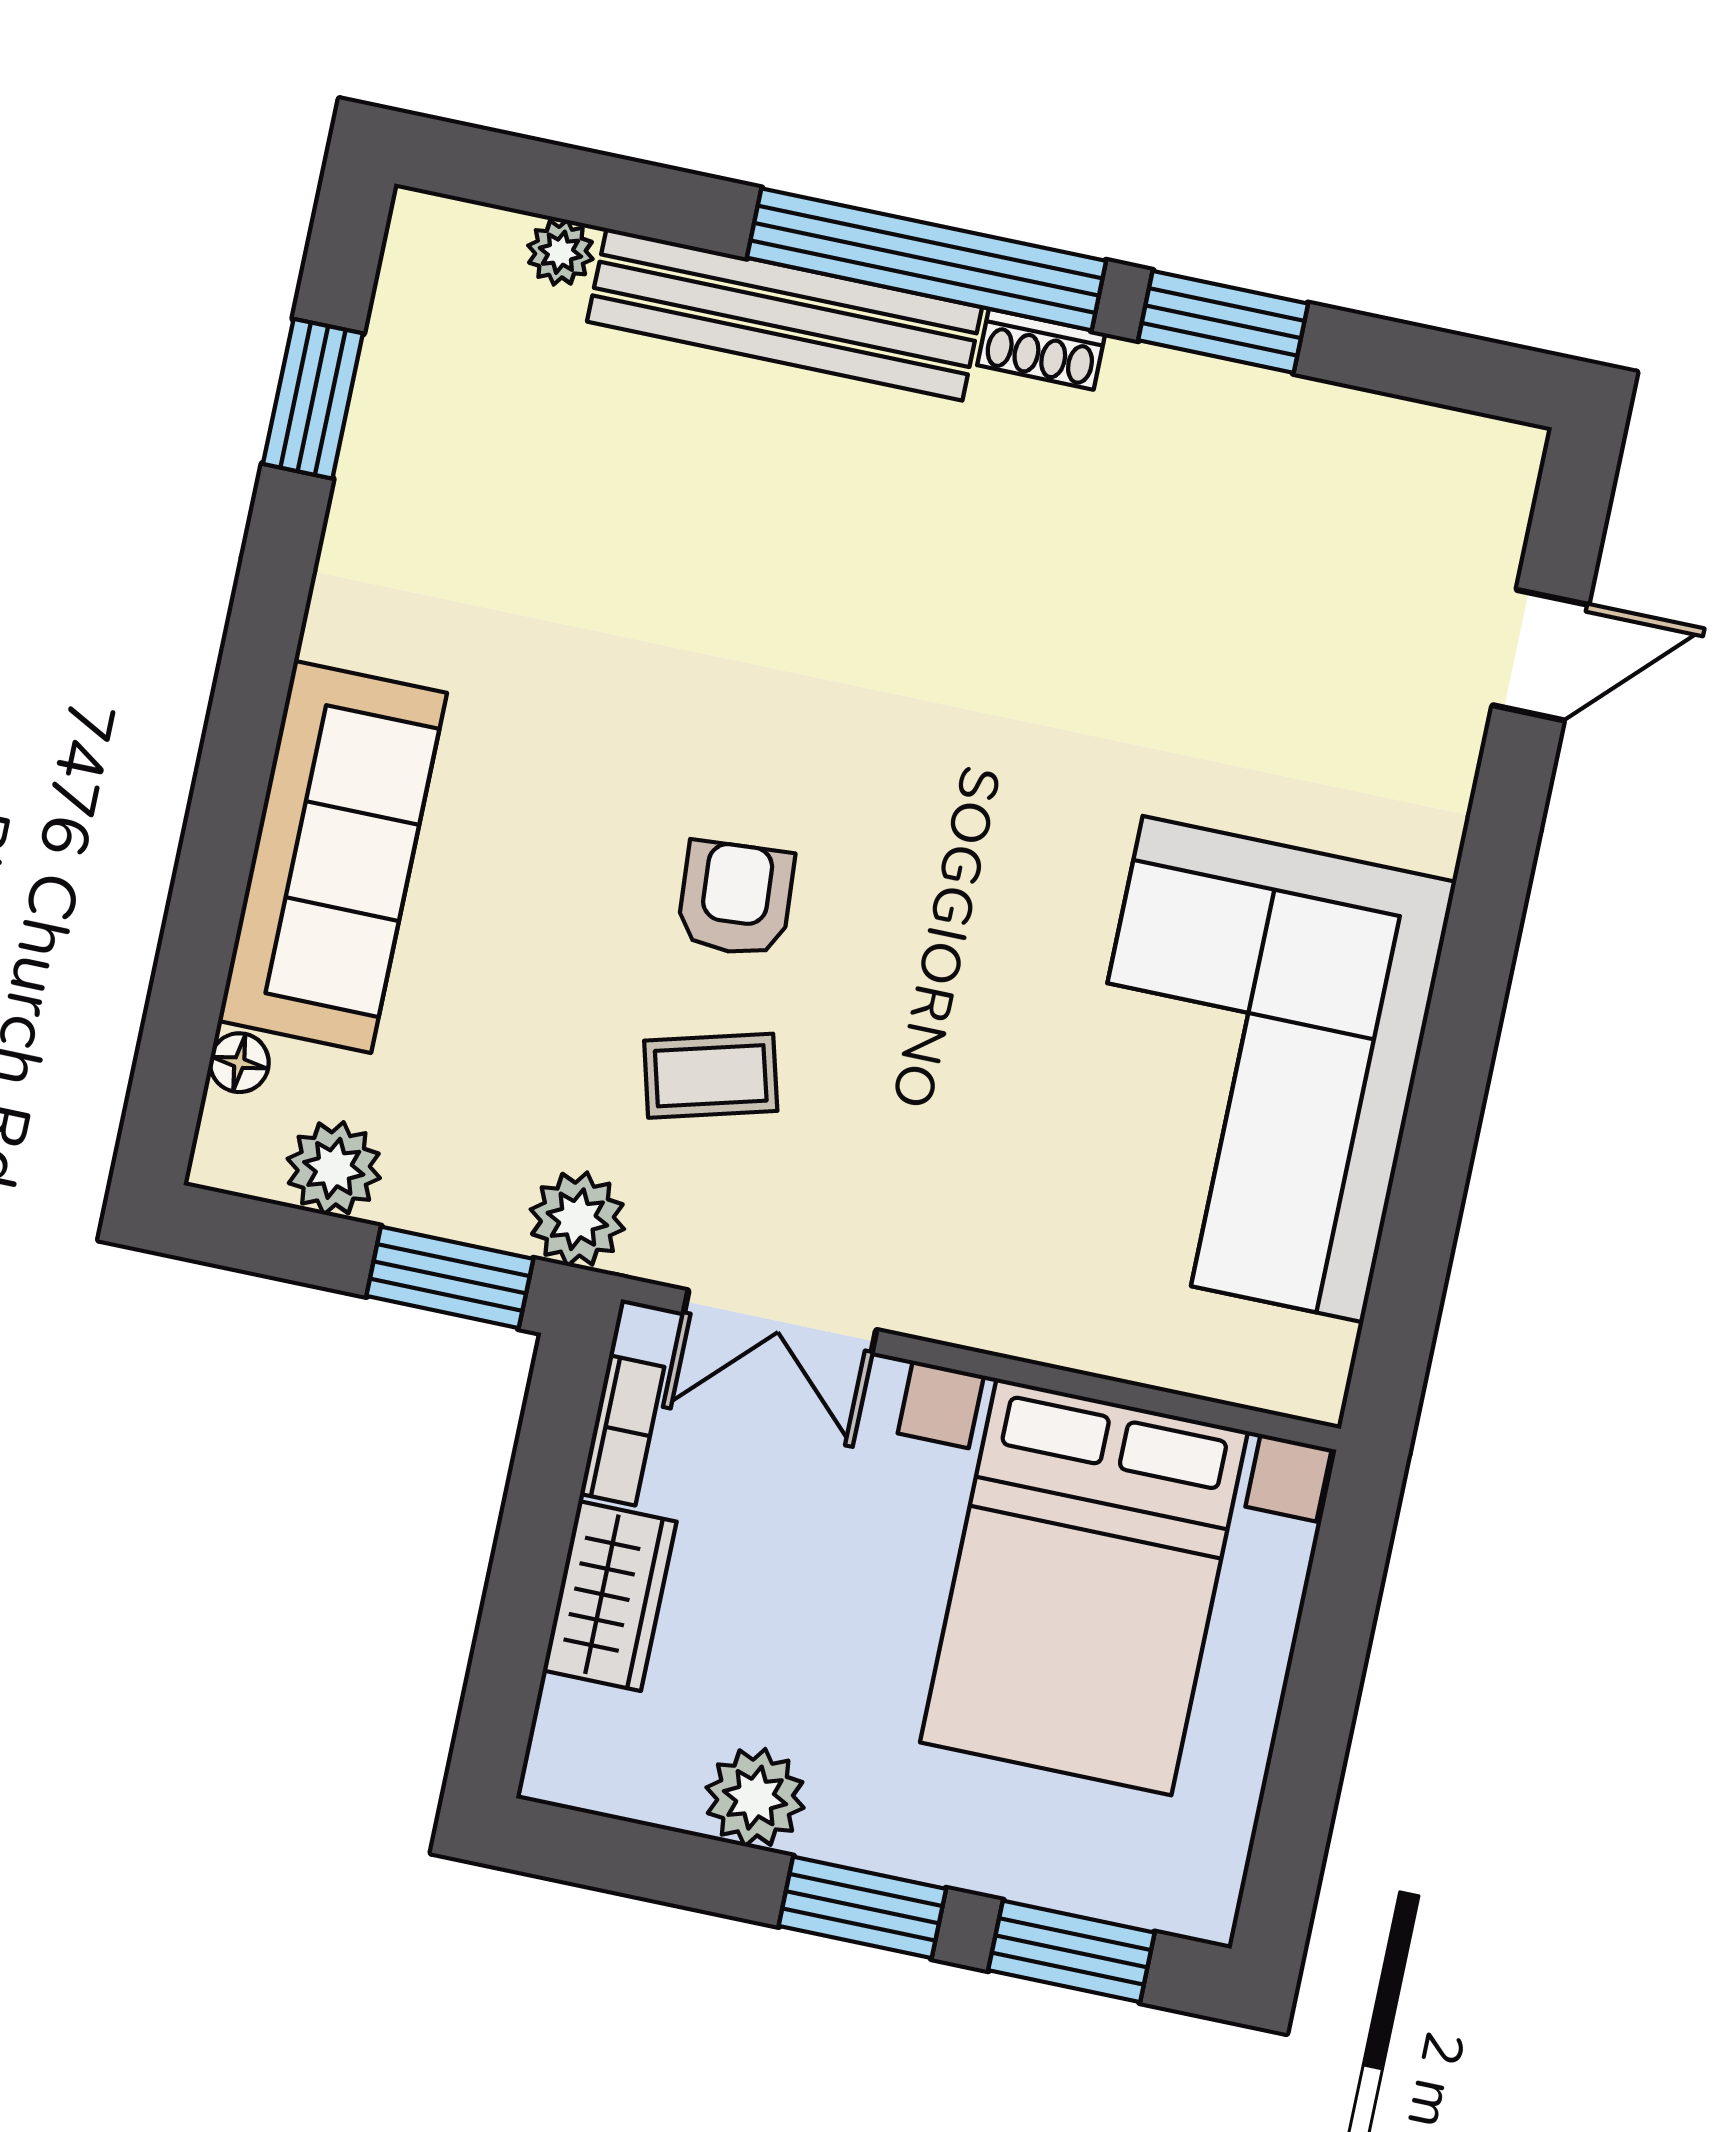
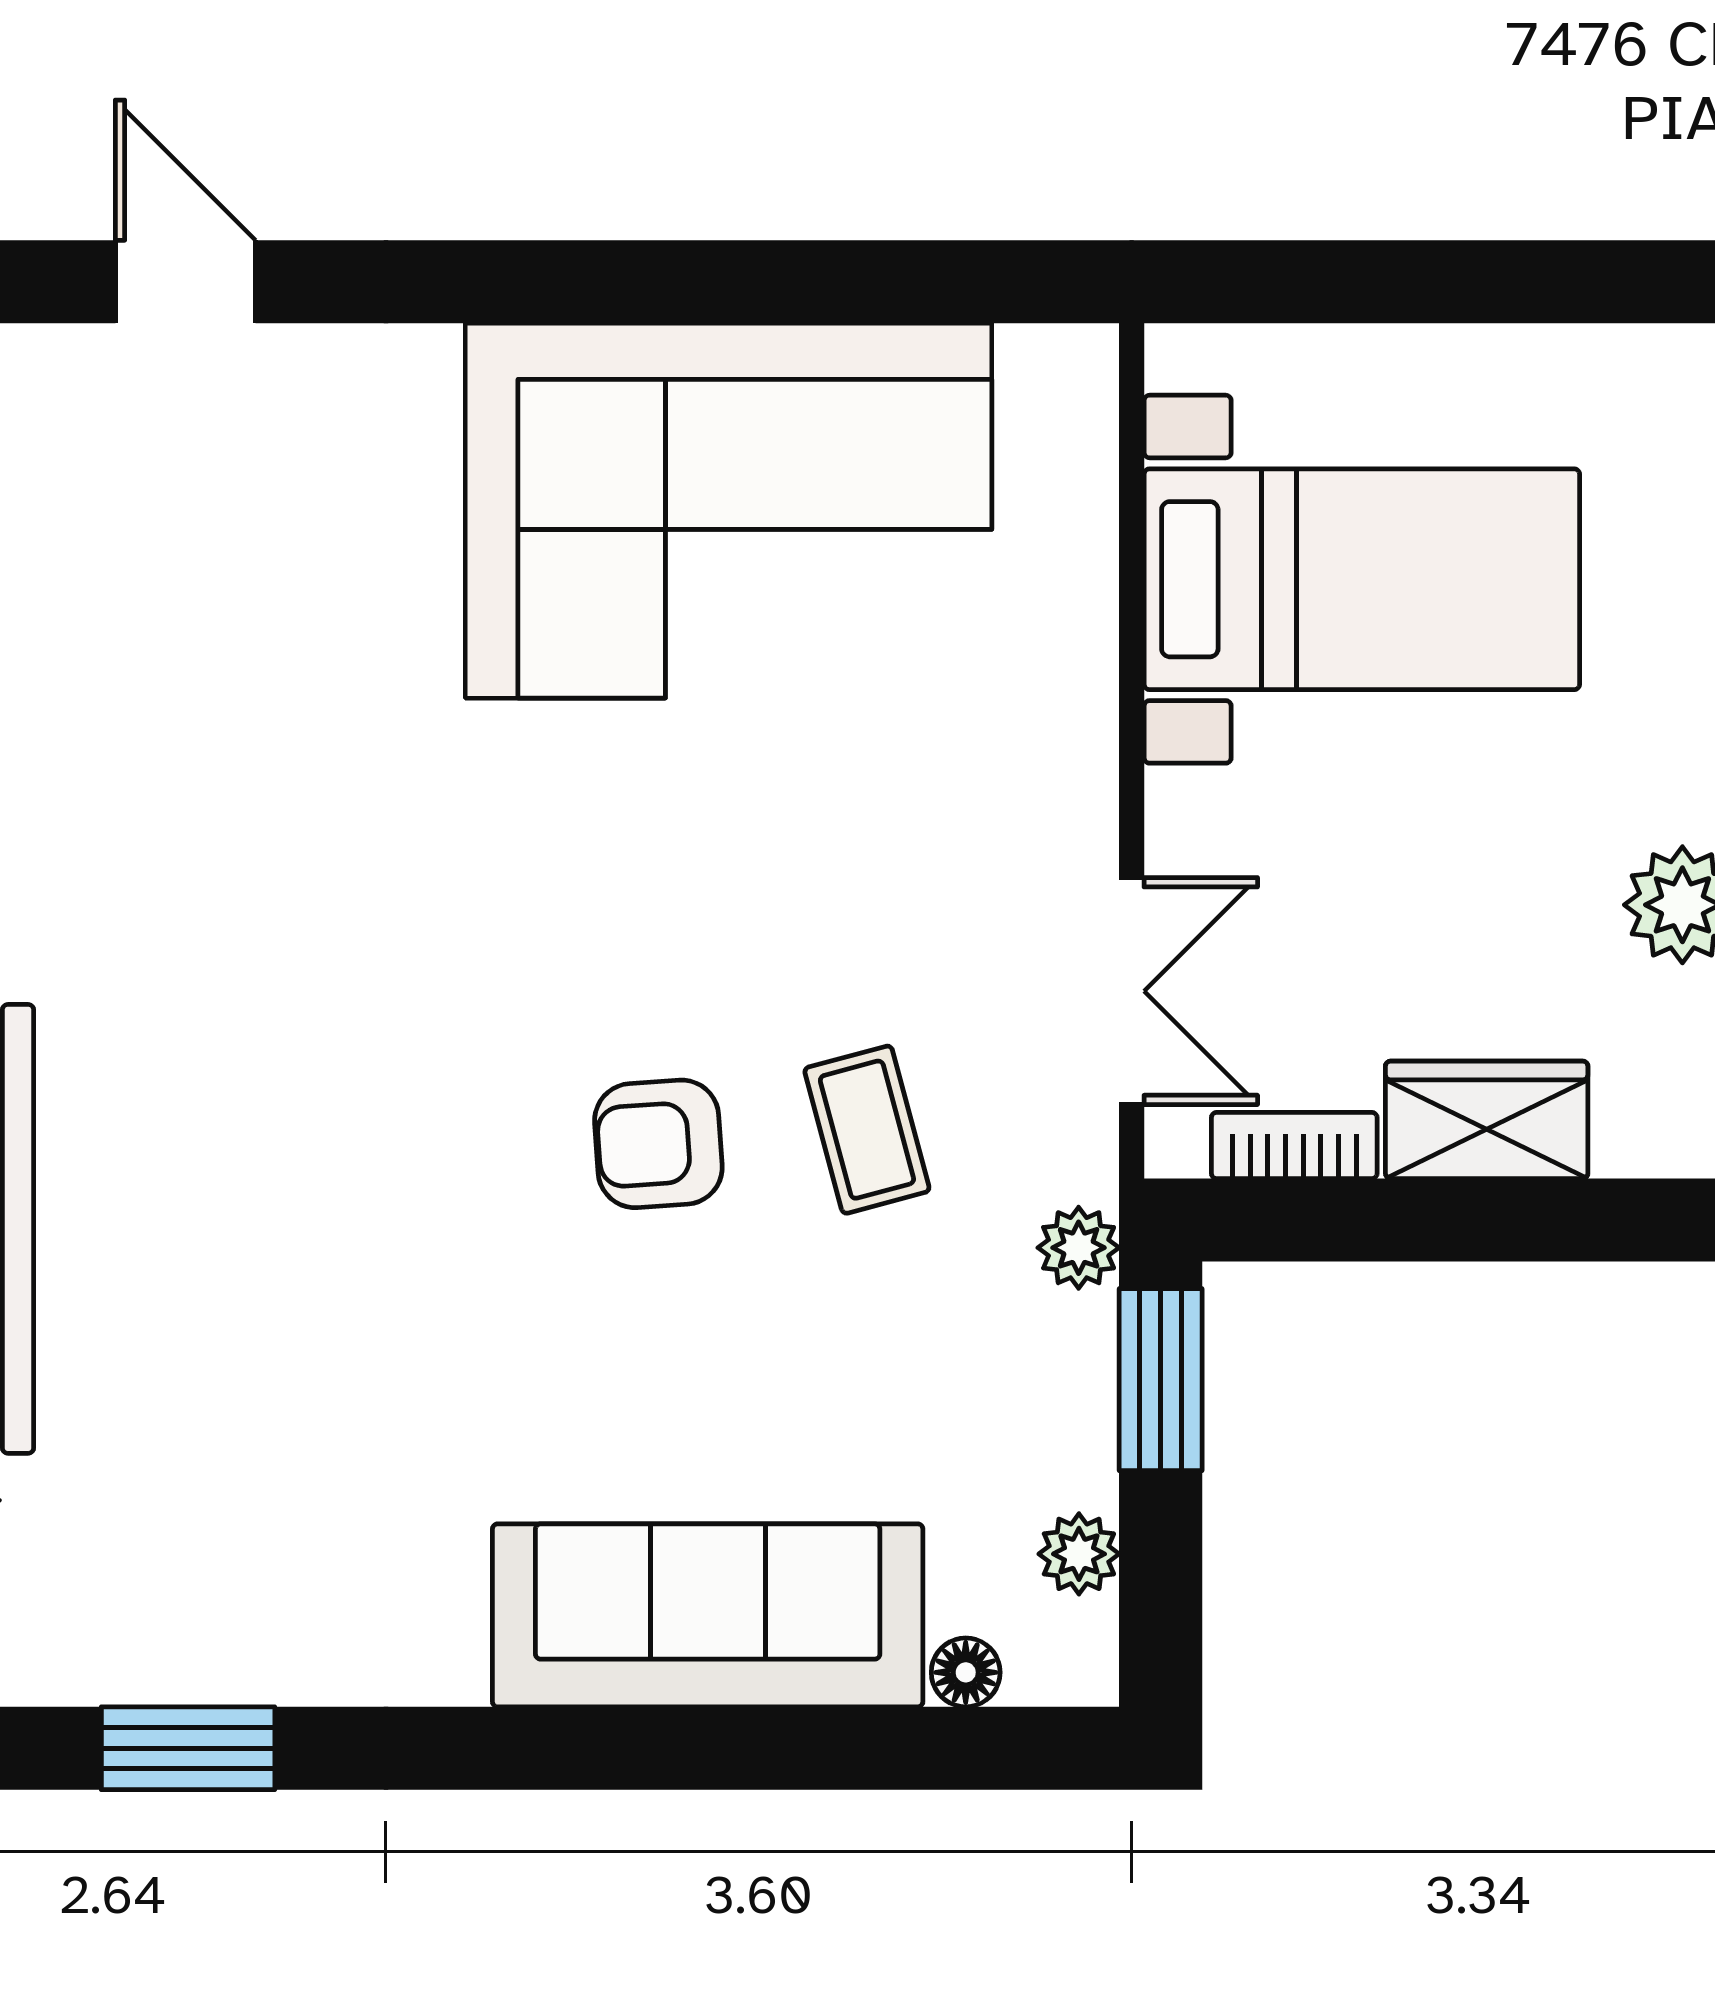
plant: (334, 1168) -> (1079, 1554), width x0.73, depth x0.73
plant: (577, 1219) -> (1079, 1248), width x0.73, depth x0.73
bed with nightstands: (1084, 1587) -> (1362, 579), width x0.73

